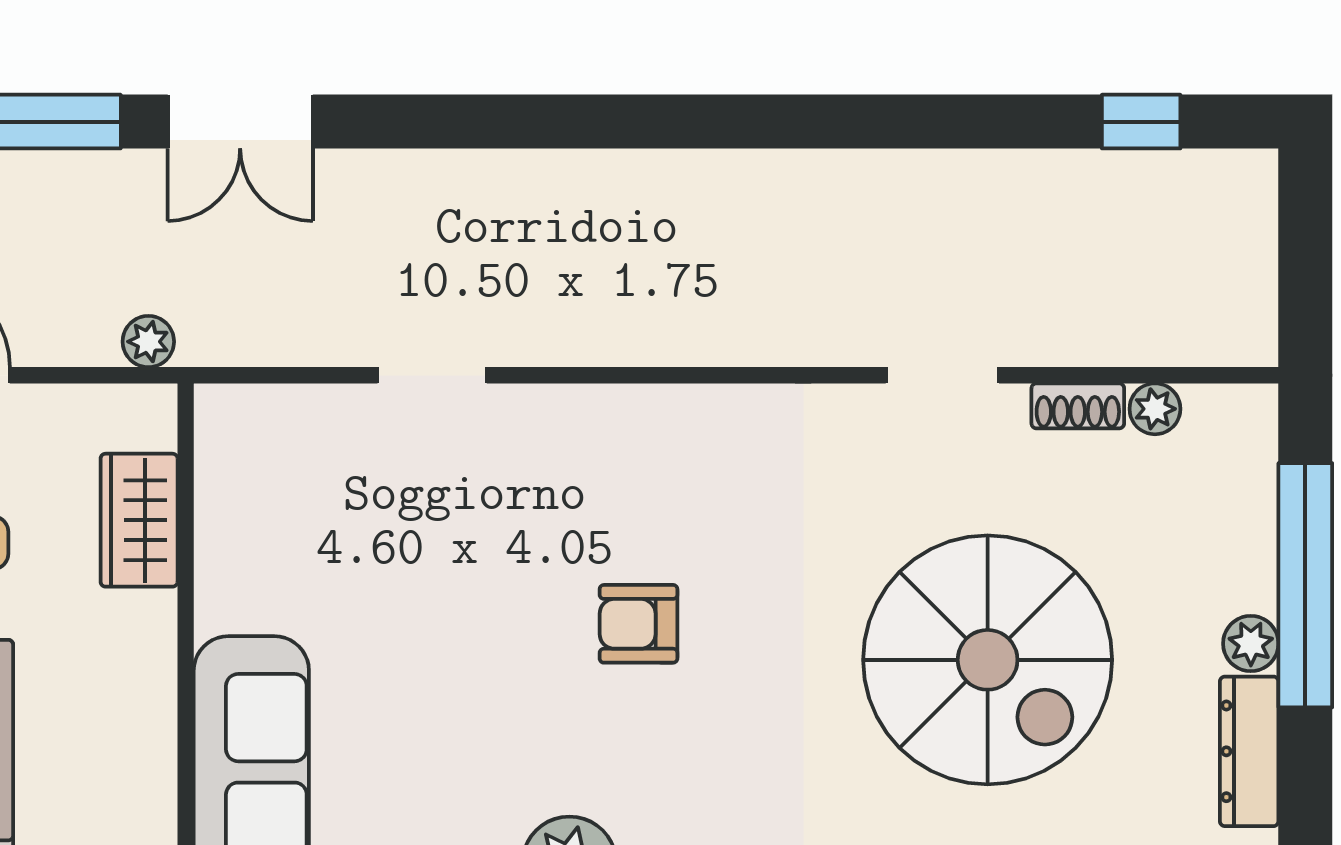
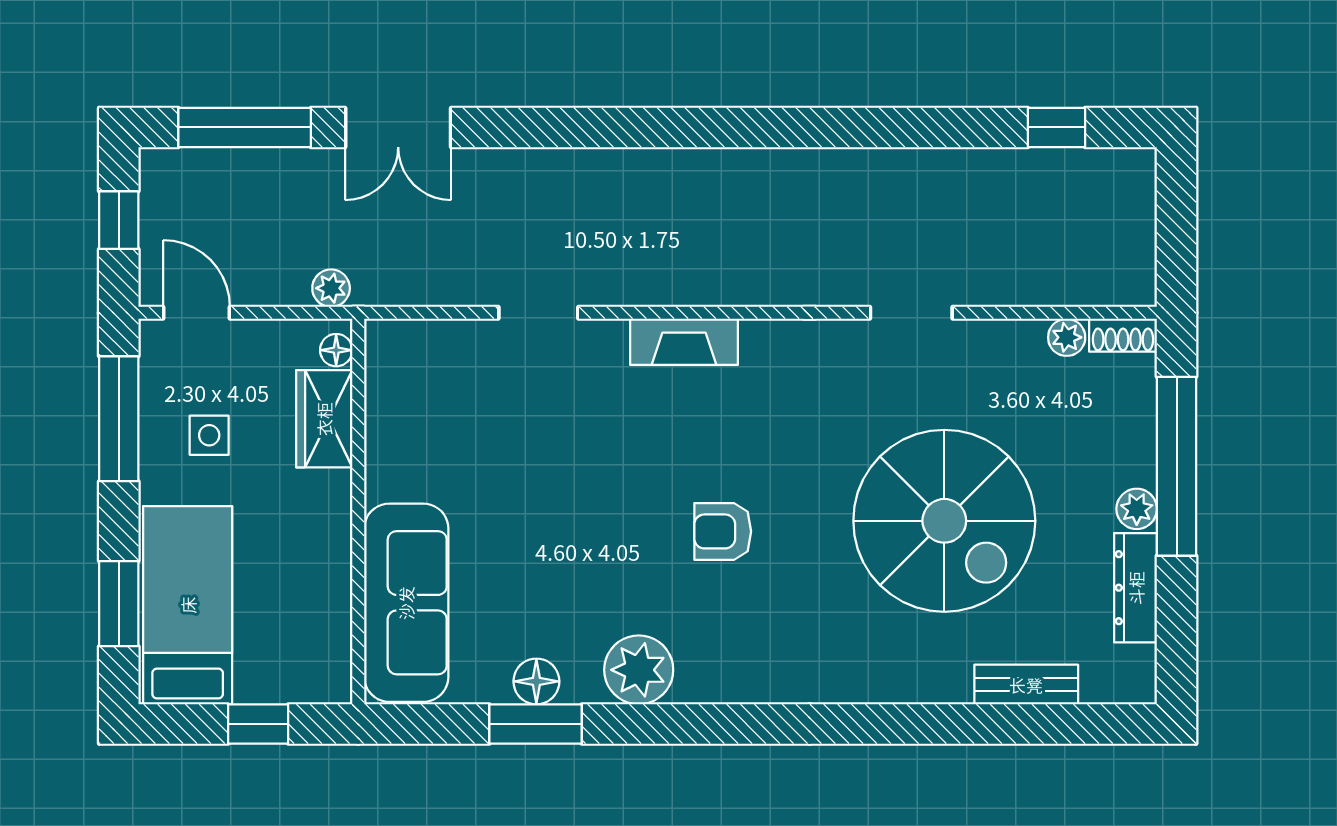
shoe rack: (1078, 406) -> (1123, 335), moved
fireplace: (631, 415) -> (684, 342), added
floor lamp: (155, 426) -> (336, 350), added
armchair: (638, 624) -> (723, 531), moved

